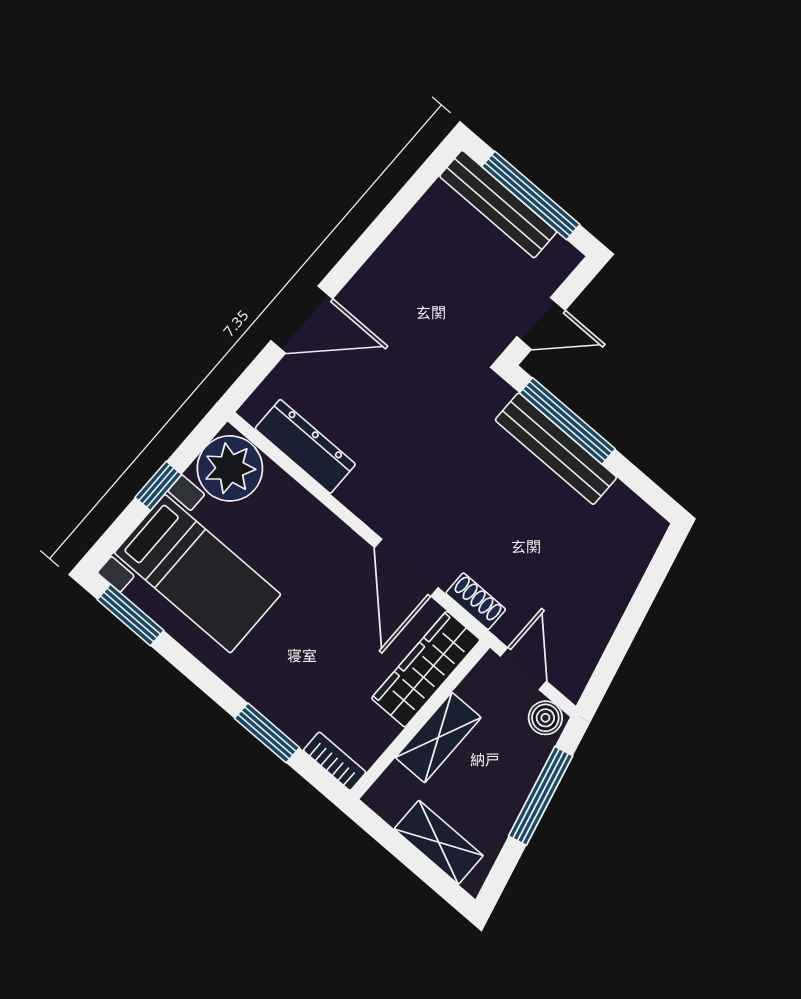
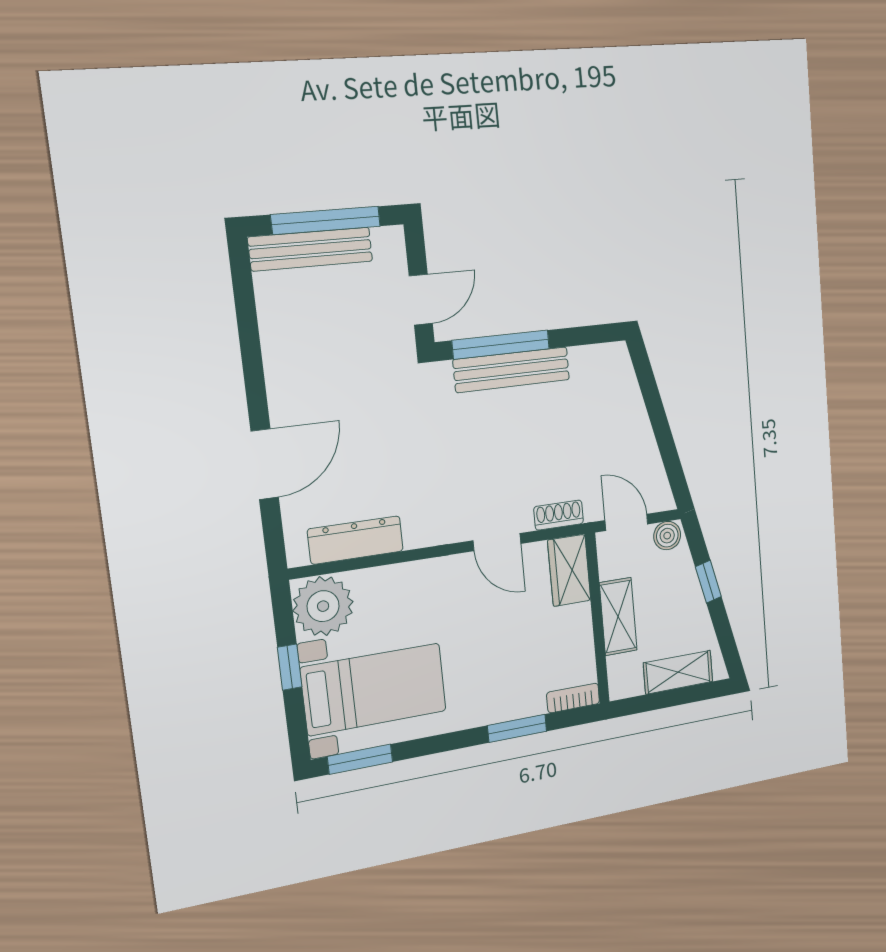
door: (406, 568) -> (497, 542), width x0.73
wardrobe: (426, 669) -> (569, 570), width x0.67
window: (541, 796) -> (708, 582), width x0.46

